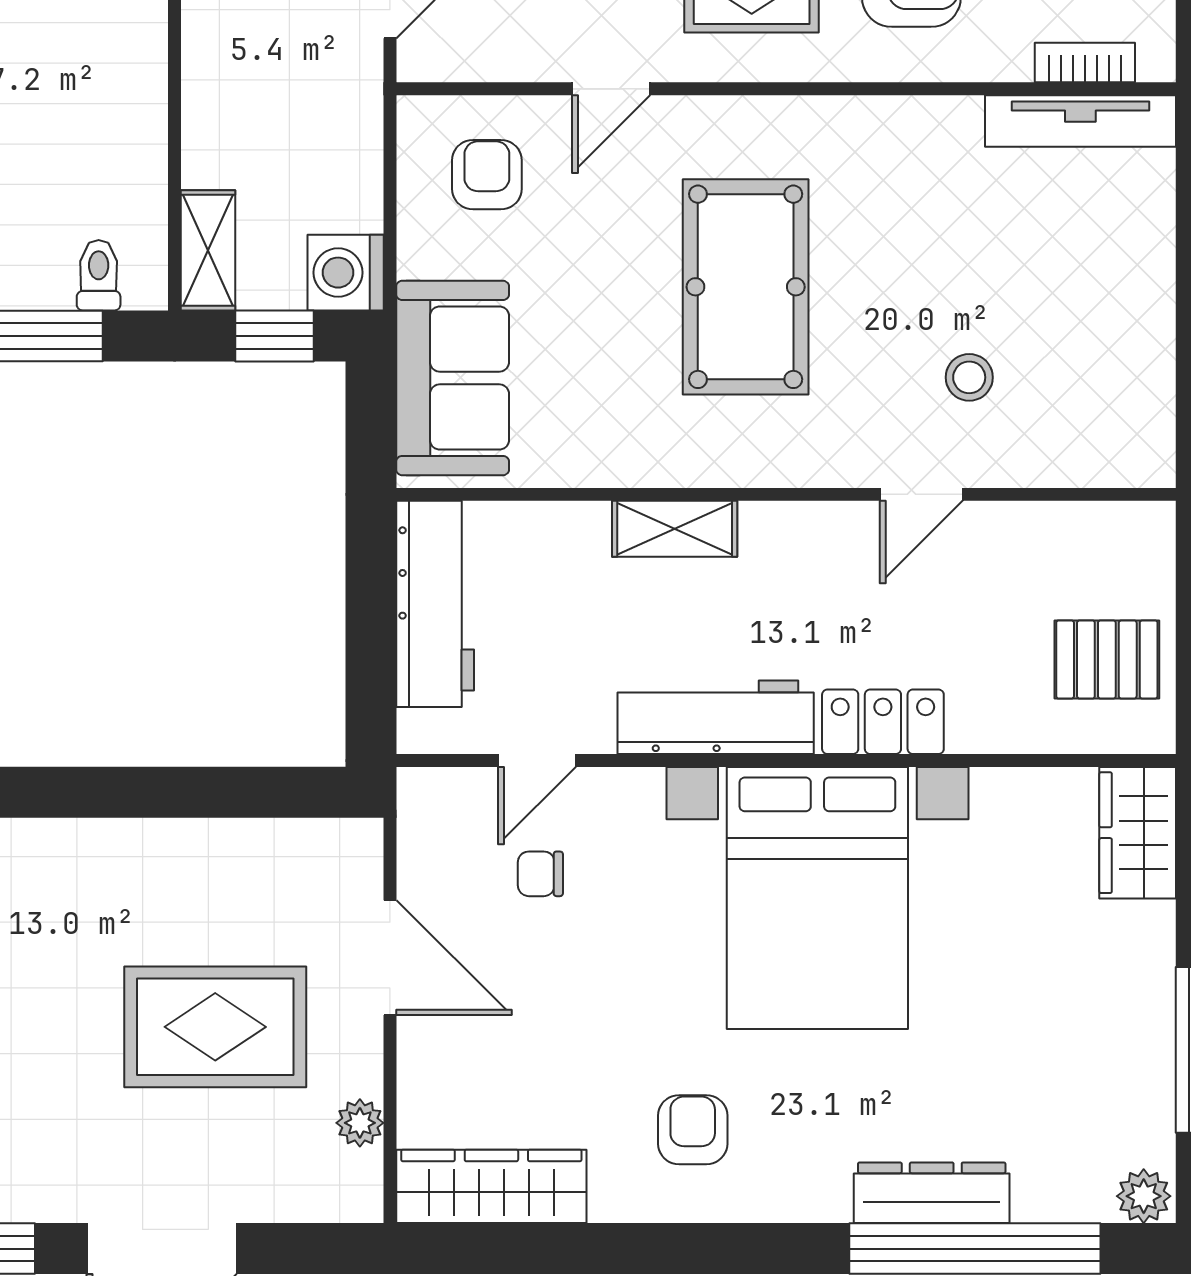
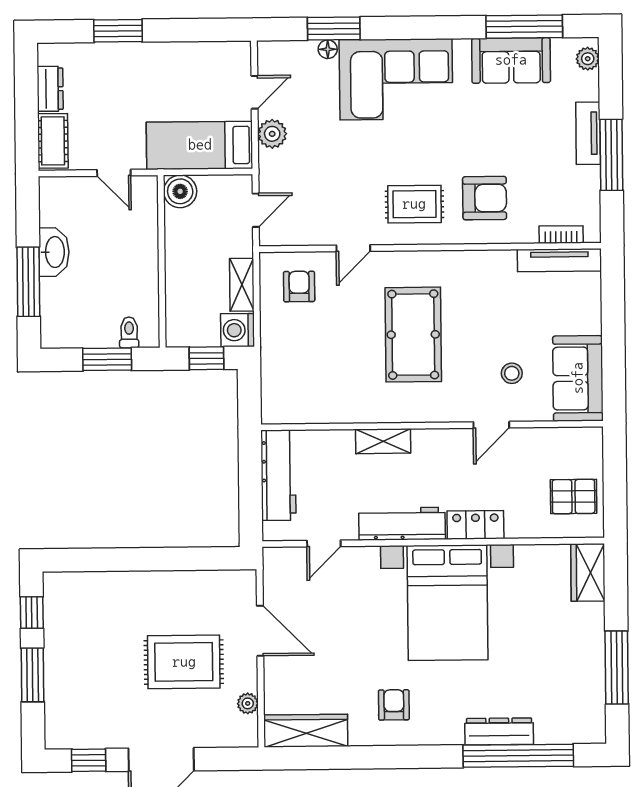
shelving: (208, 250) -> (242, 285), moved
sofa: (453, 378) -> (578, 378), moved, turned 180
chair: (540, 874) -> (326, 593), removed
plant: (1144, 1196) -> (592, 732), removed

